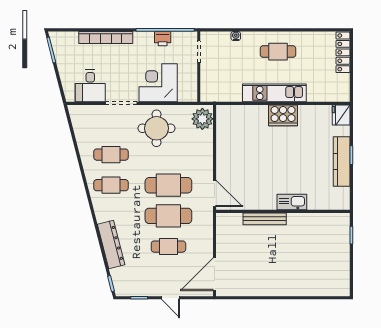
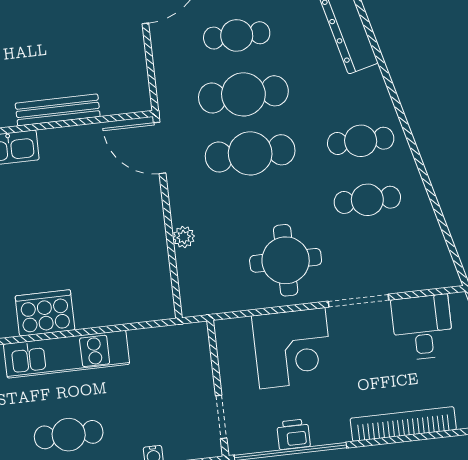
plant: (202, 119) -> (184, 237), moved, width x0.53, depth x0.53

